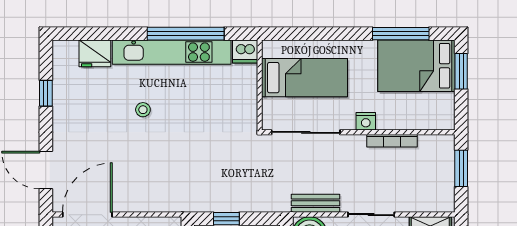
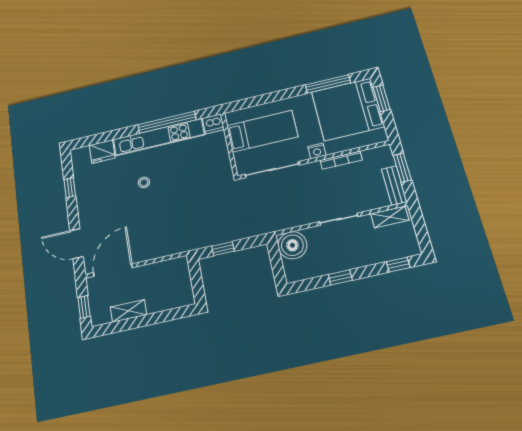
bed: (416, 66) -> (348, 109), width x1.36
bench: (315, 203) -> (394, 185), moved, turned 90

